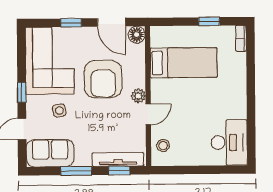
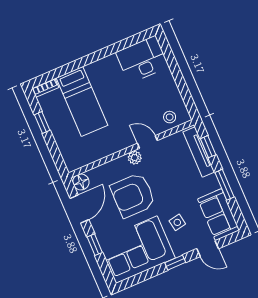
bed: (184, 63) -> (82, 102), moved, turned 180
armchair: (103, 79) -> (133, 195), turned 180

